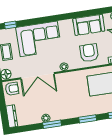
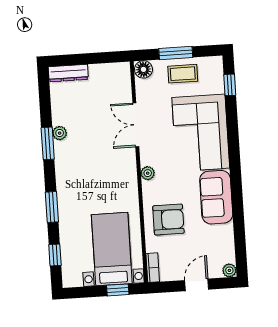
sofa: (89, 25) -> (216, 197), moved
double door: (37, 76) -> (136, 125), width x0.73
armchair: (12, 89) -> (117, 78), removed

